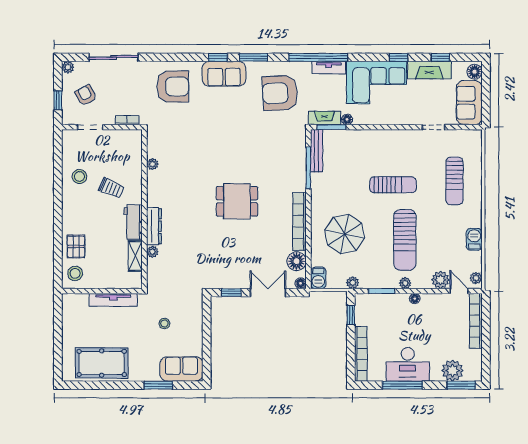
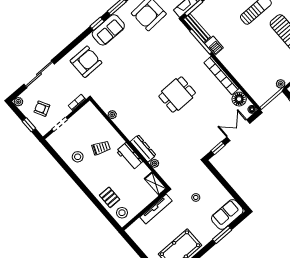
parasol: (345, 234) -> (253, 61), removed
shelving: (135, 256) -> (155, 184), moved
barbecue: (318, 278) -> (214, 46), moved

